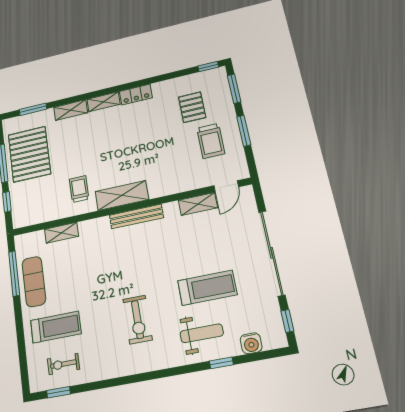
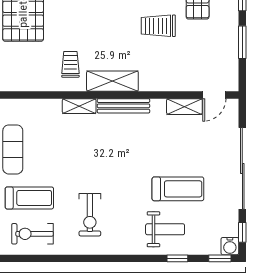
trolley: (211, 141) -> (158, 26), moved, turned 90
shelving: (62, 233) -> (79, 106), moved
exercise bike: (137, 319) -> (90, 215), moved
water cooler: (251, 343) -> (230, 246), moved
exercise bike: (63, 364) -> (33, 234), width x1.38, depth x1.39
window: (58, 392) -> (220, 258), moved

